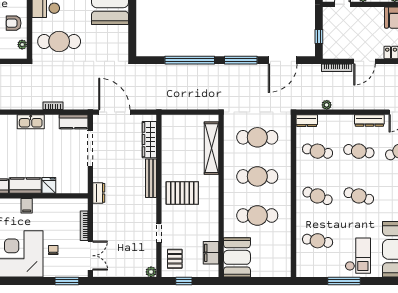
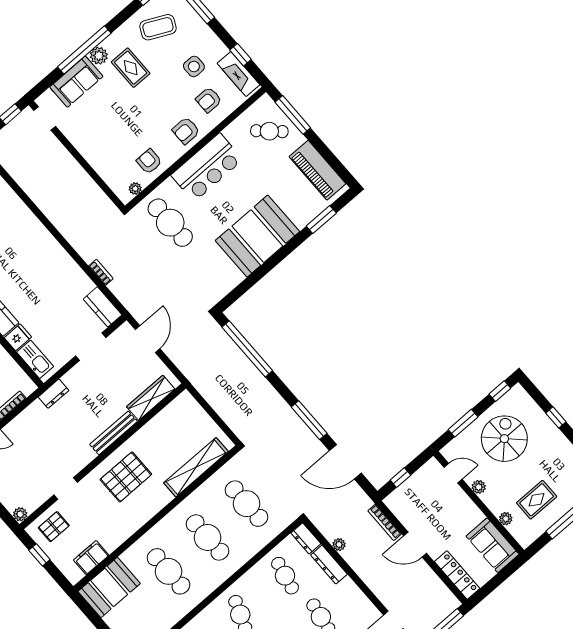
window: (190, 60) -> (247, 349), moved
door: (114, 112) -> (148, 339), width x0.73
dresser: (369, 121) -> (329, 565), moved
kitchen sink: (31, 122) -> (35, 359), moved, turned 180
doorway: (90, 148) -> (91, 347), width x0.73
pallet: (182, 193) -> (126, 477), turned 90

